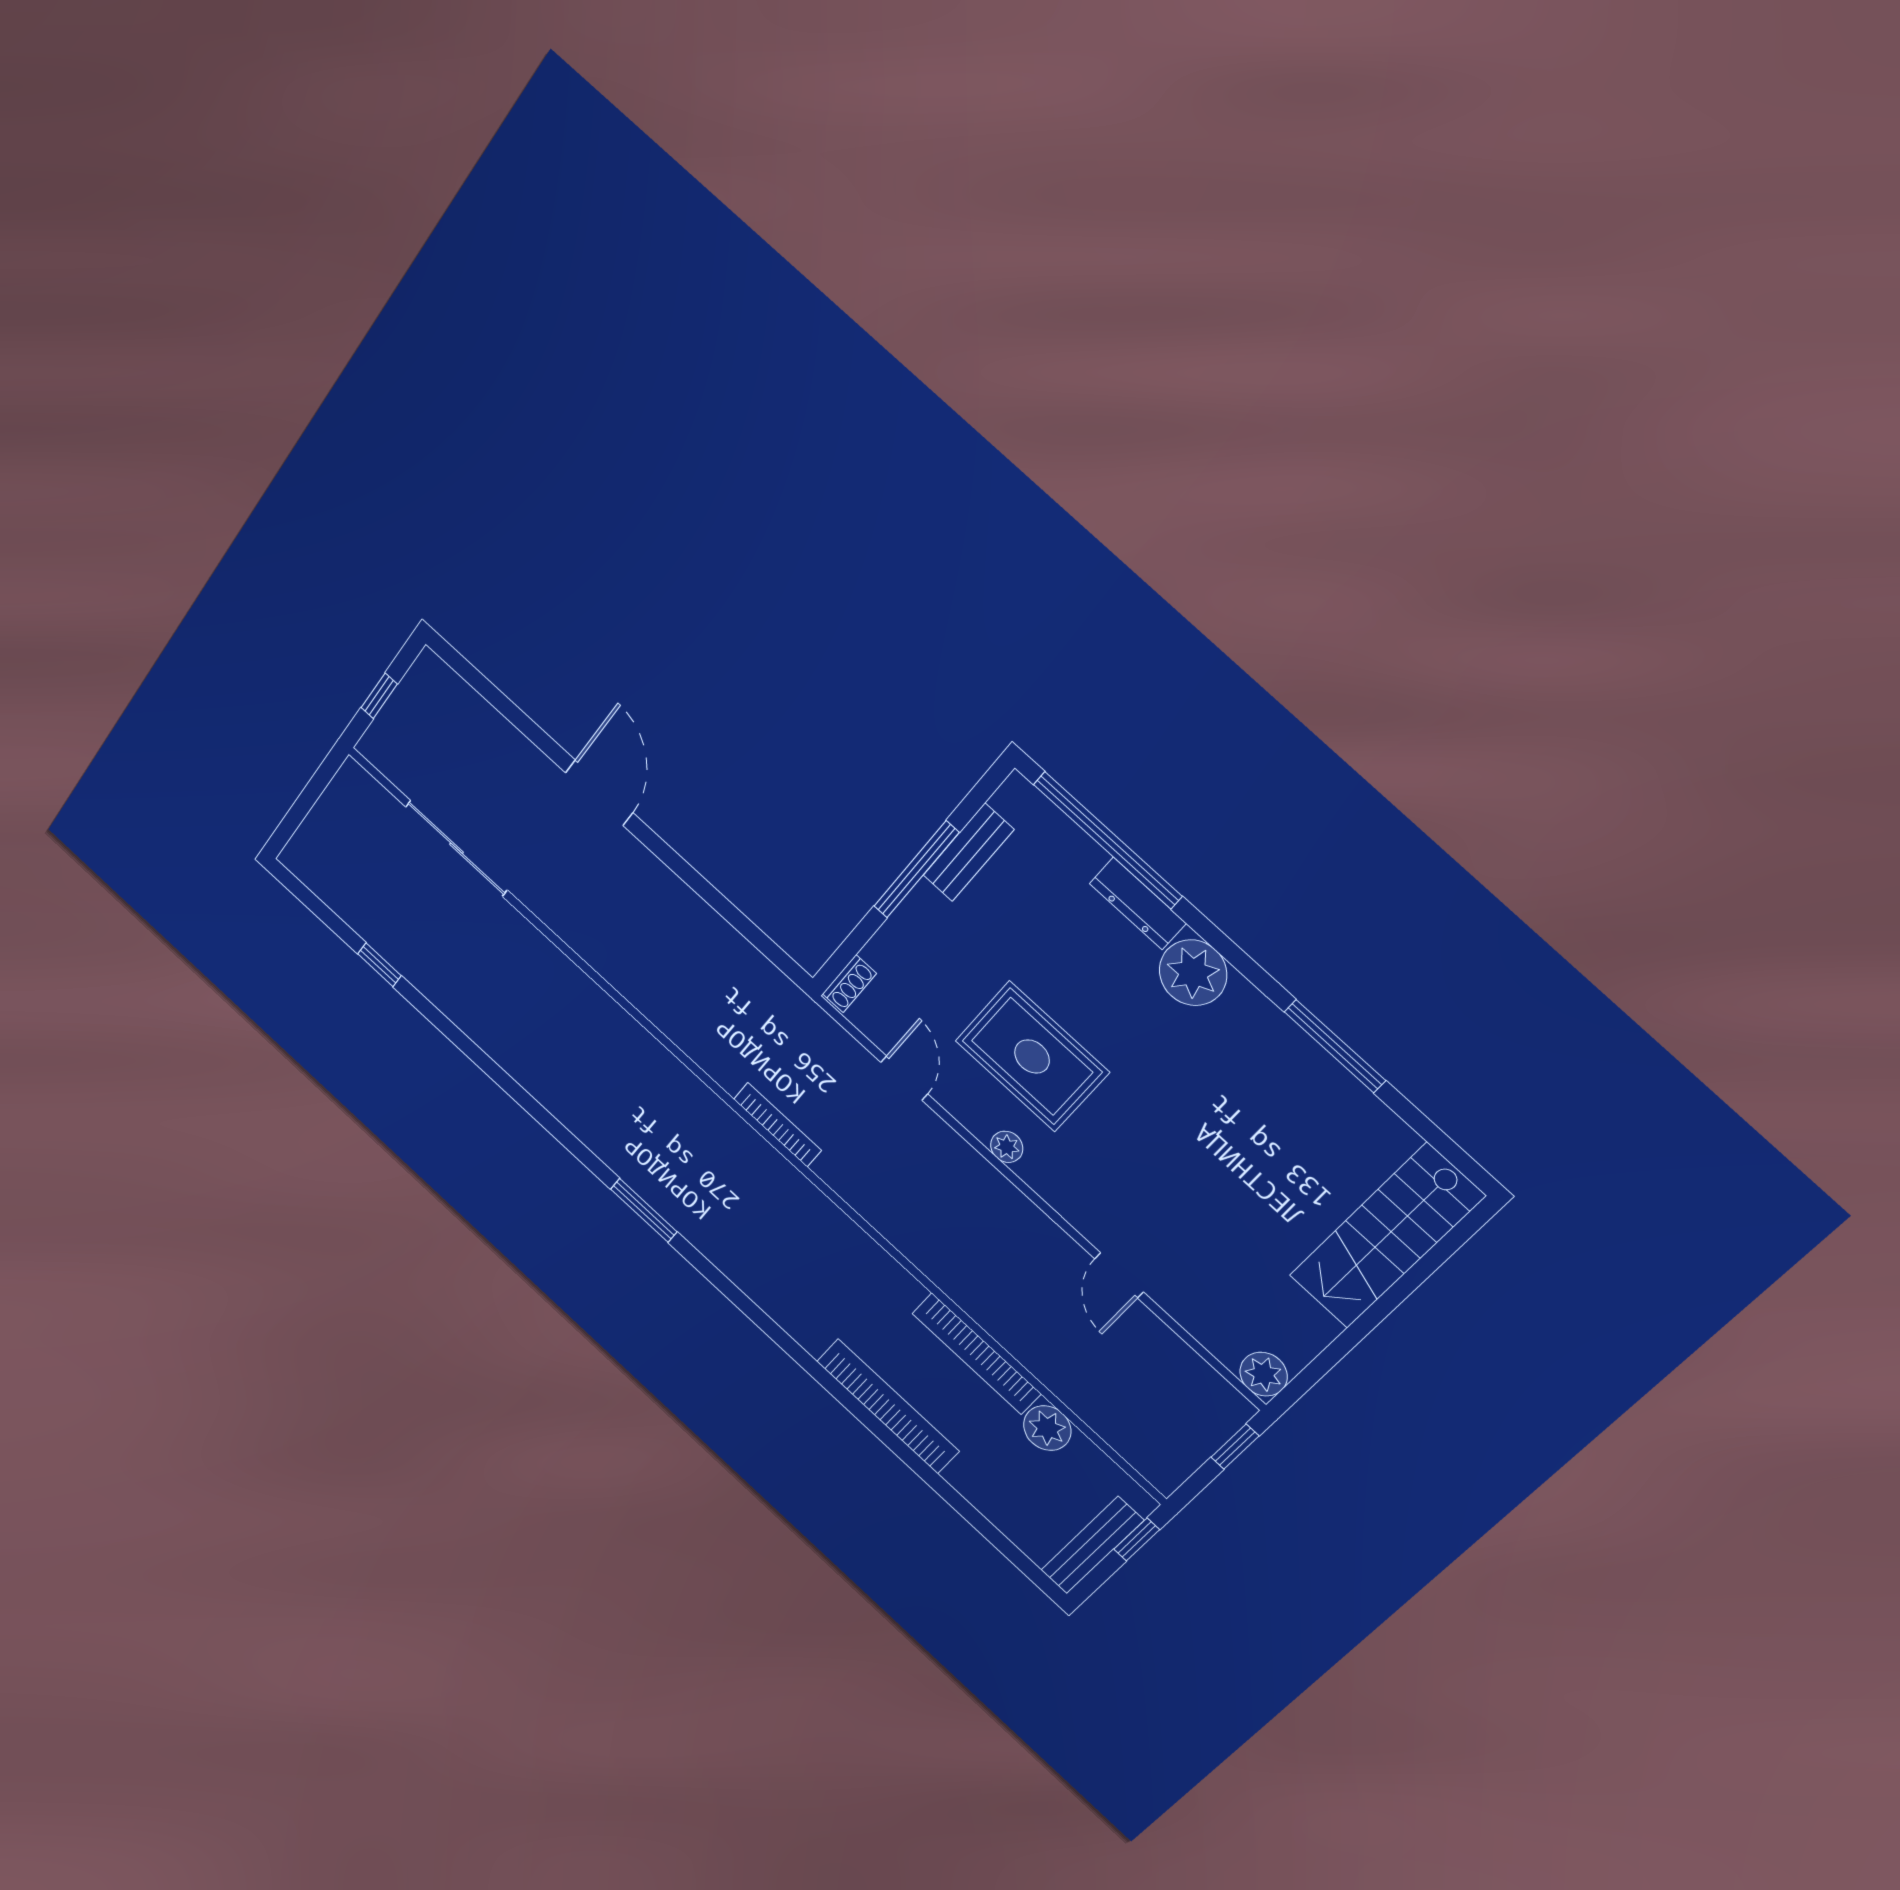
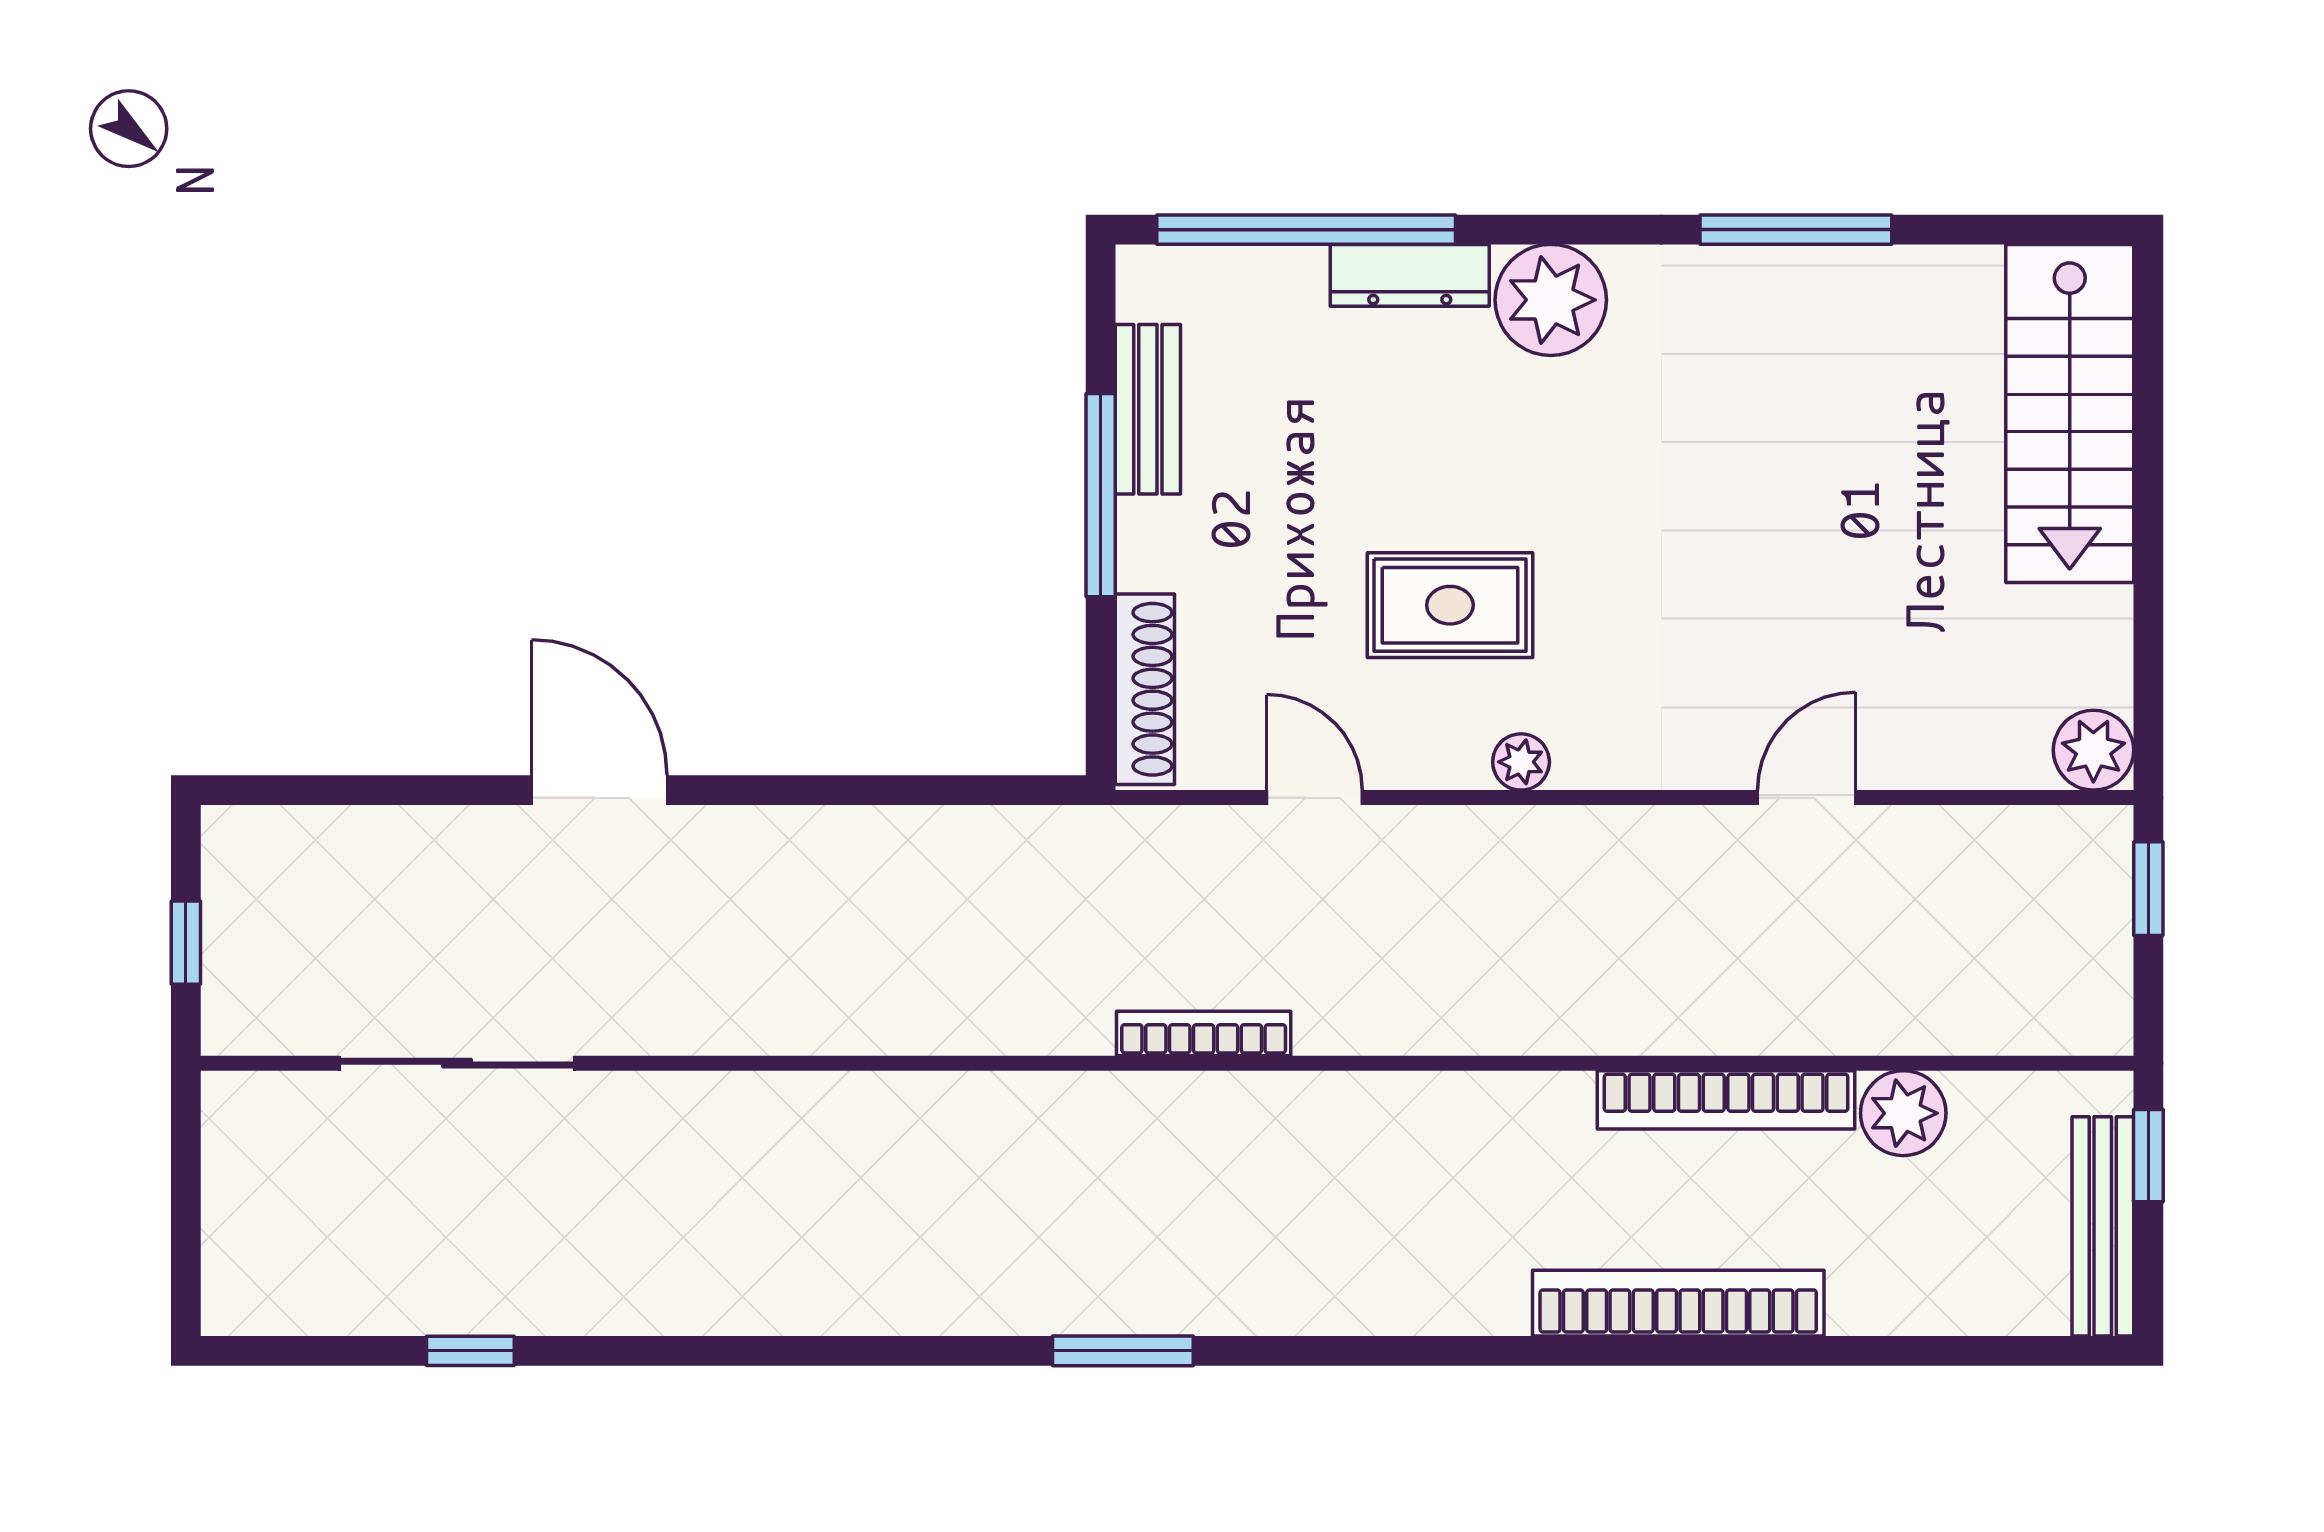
shoe rack: (849, 984) -> (1145, 689), width x1.94, depth x1.24
rug: (1032, 1056) -> (1450, 605), width x0.73, depth x0.70
door: (1119, 1275) -> (1807, 798), swing flipped

